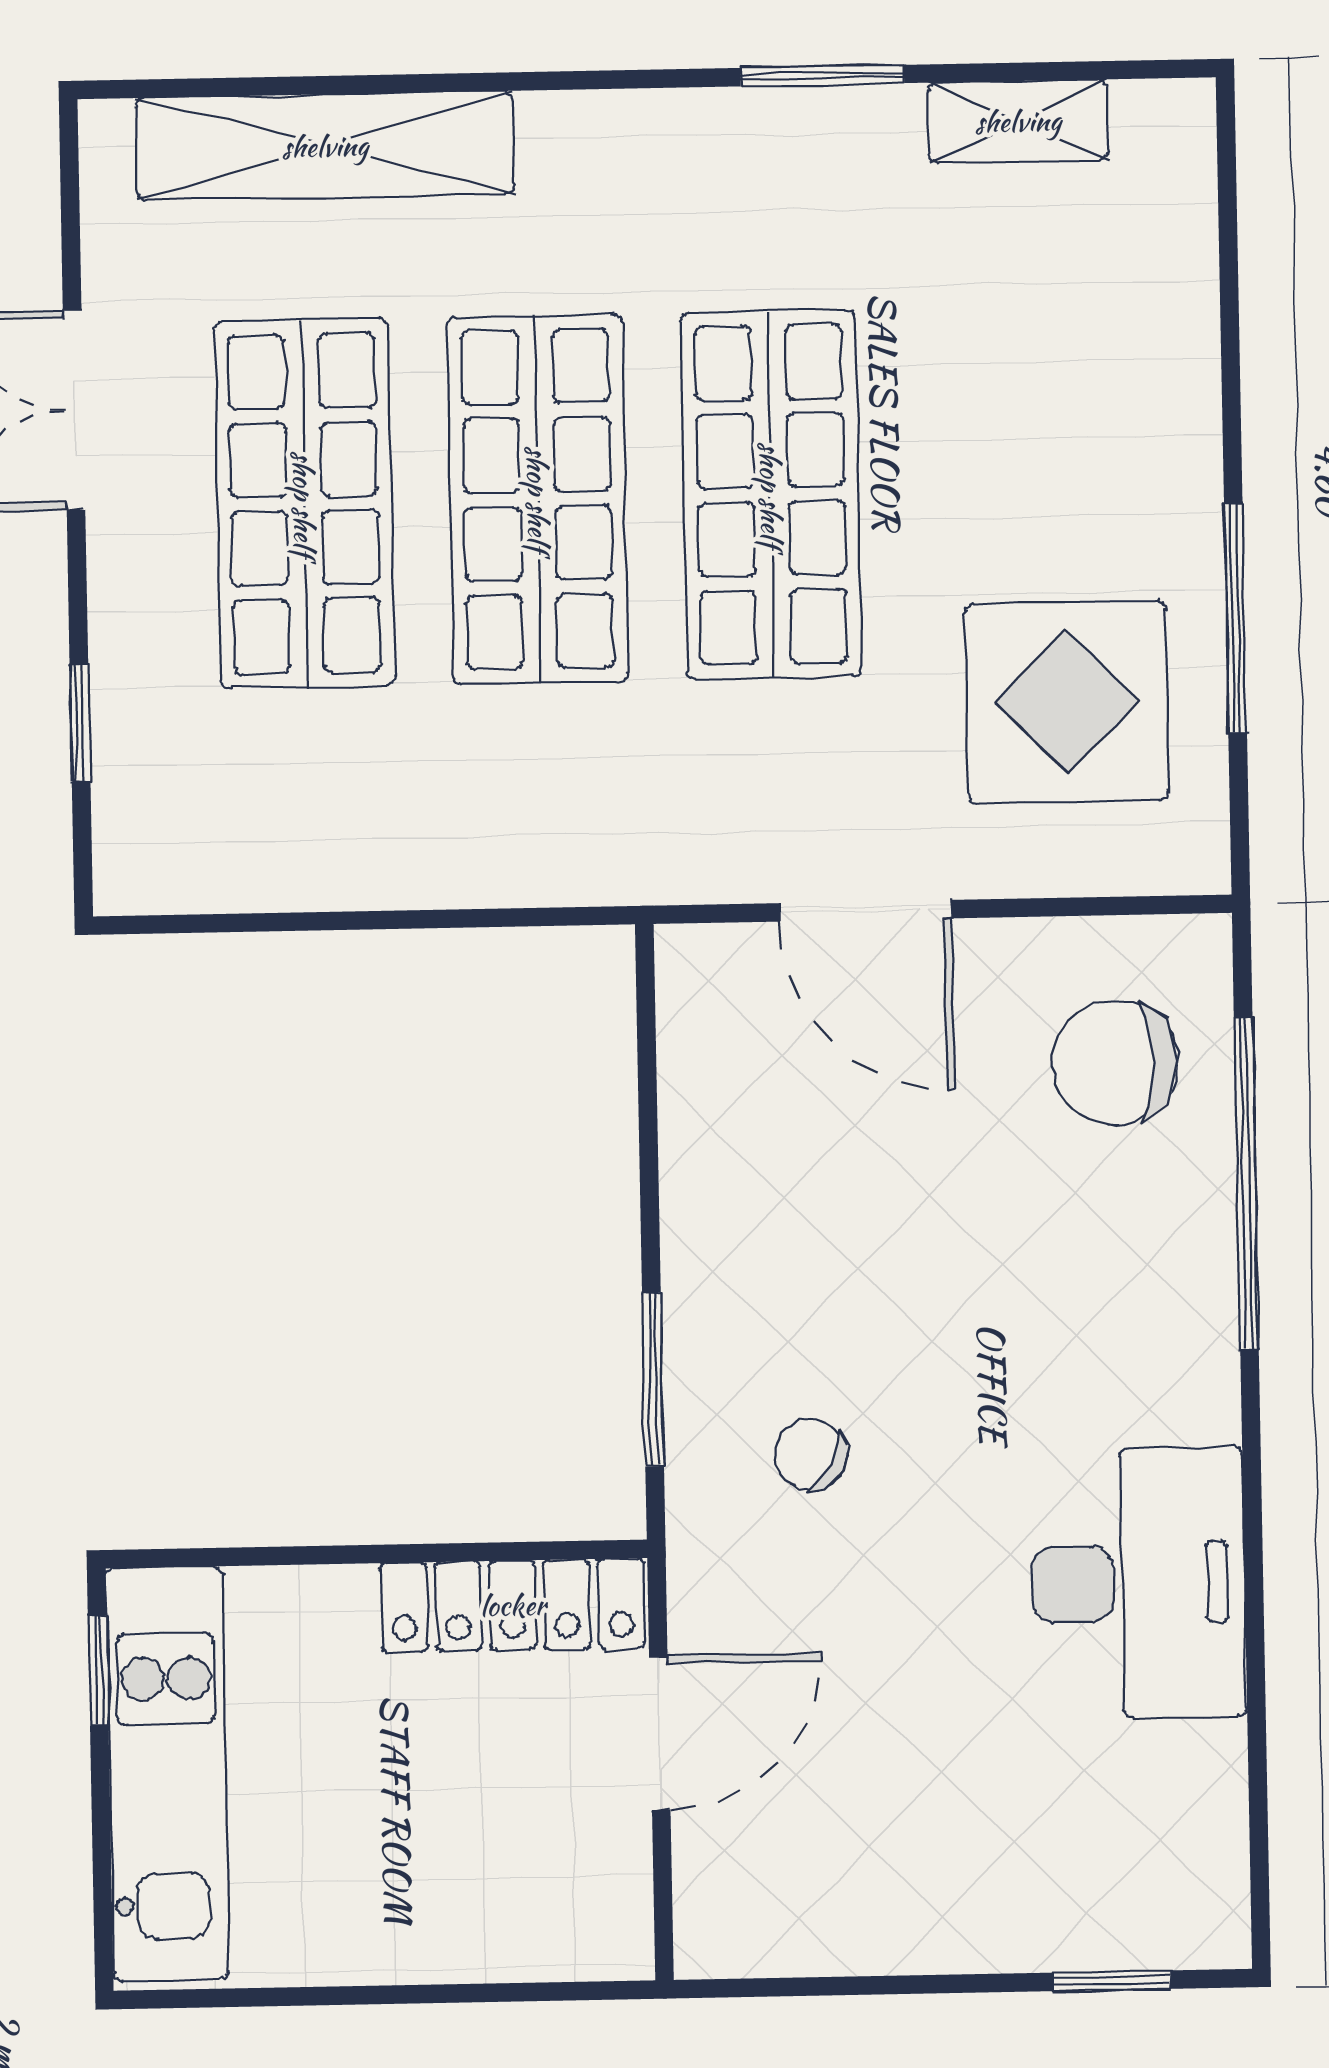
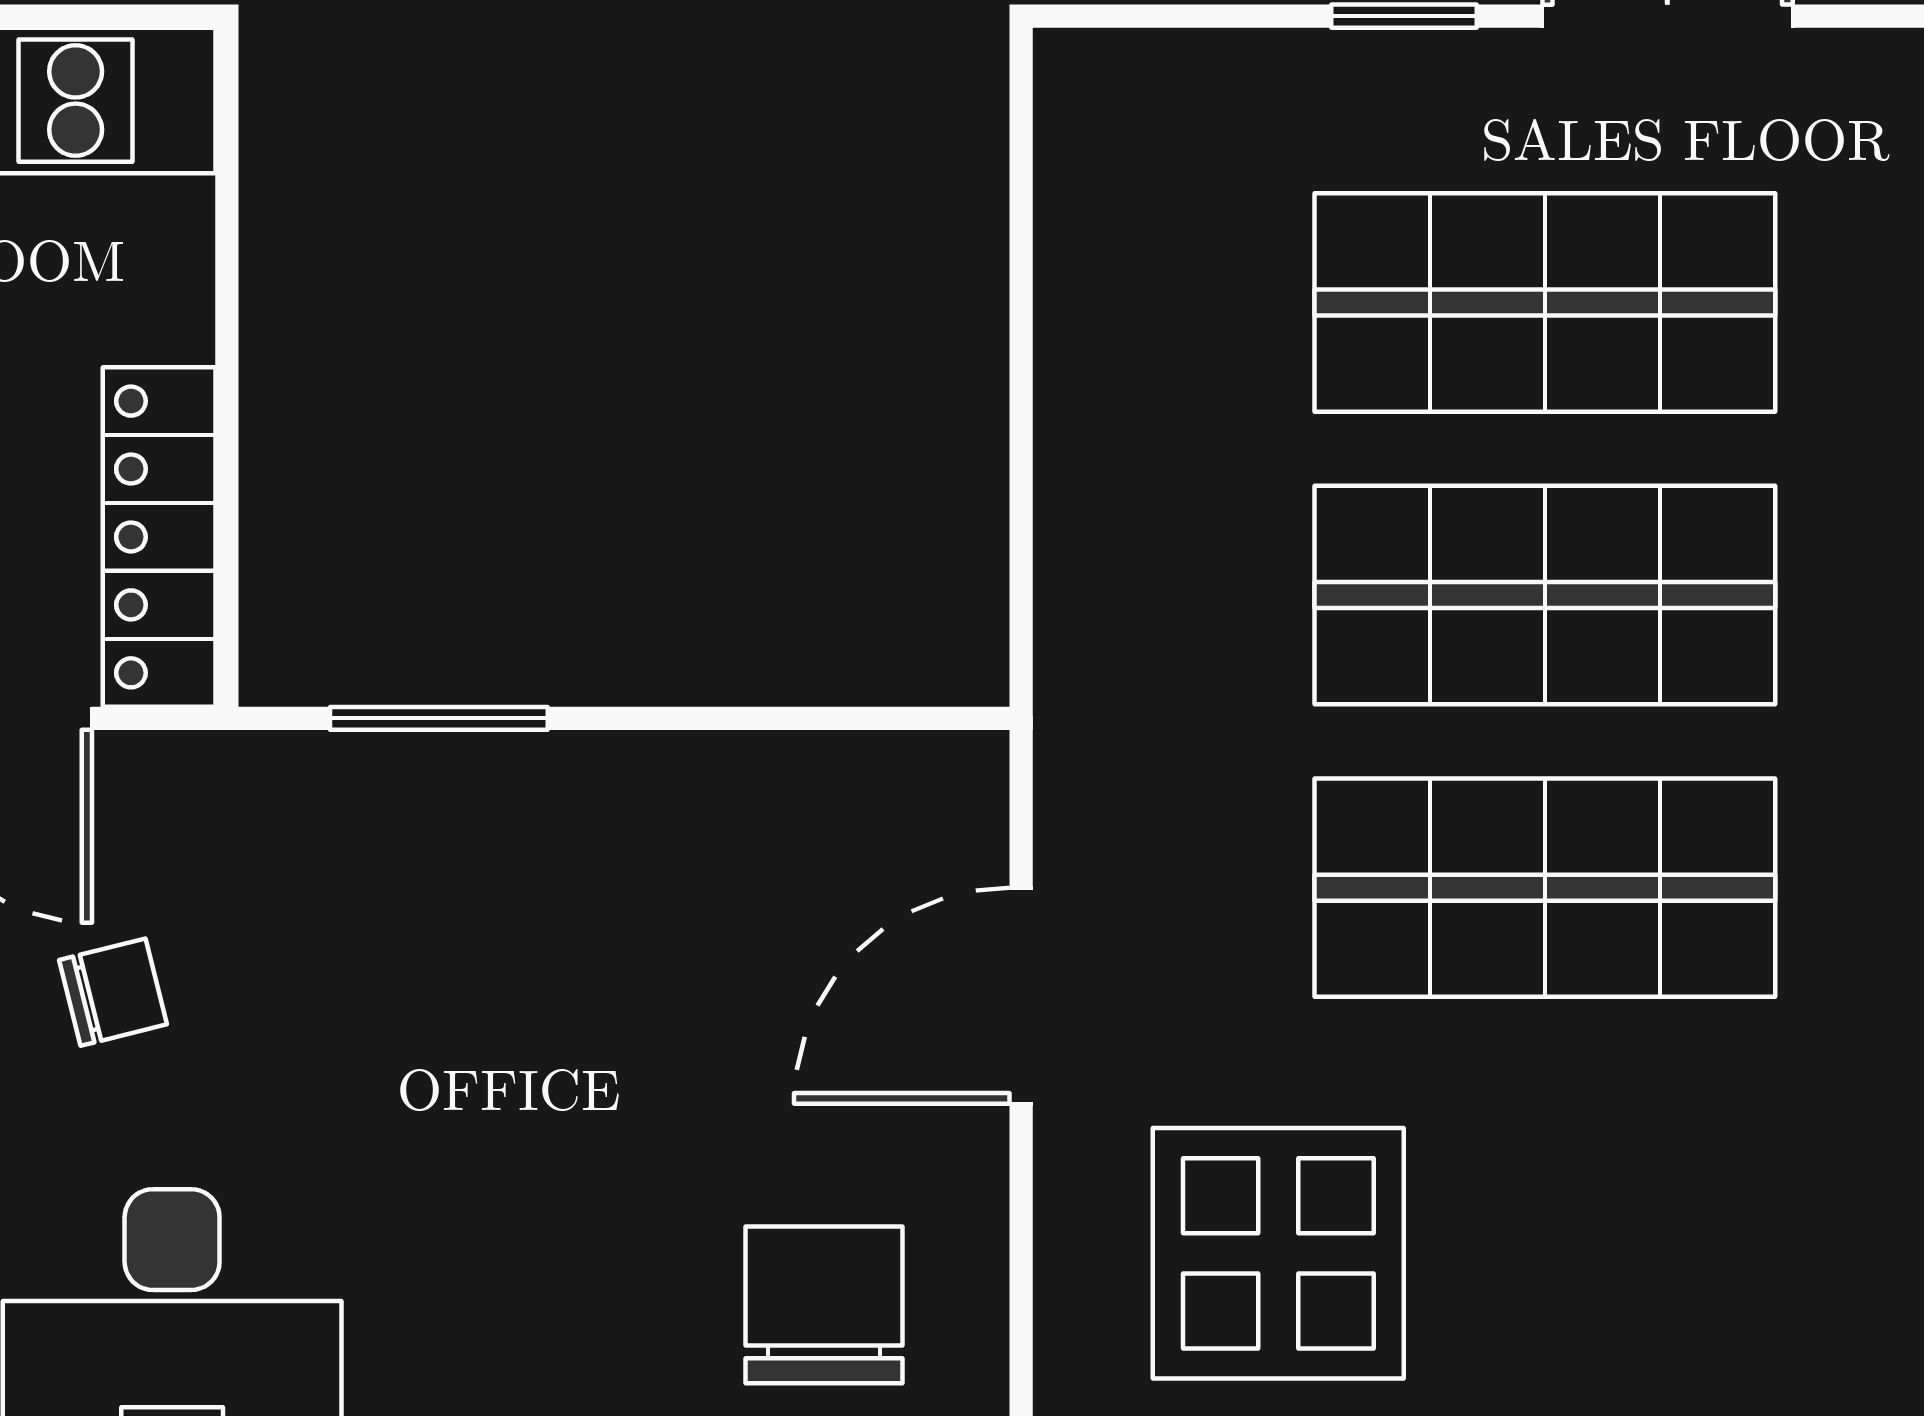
window: (80, 723) -> (1404, 16), moved
chair: (811, 1454) -> (113, 992), moved, turned 48
window: (98, 1671) -> (87, 16), removed

